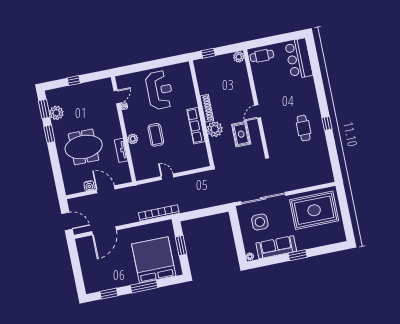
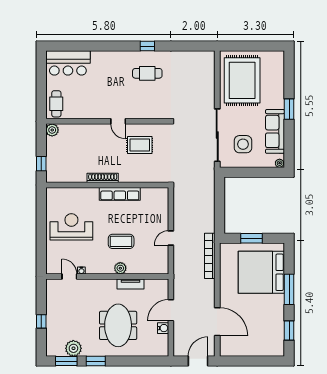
plant: (215, 129) -> (128, 174), removed

